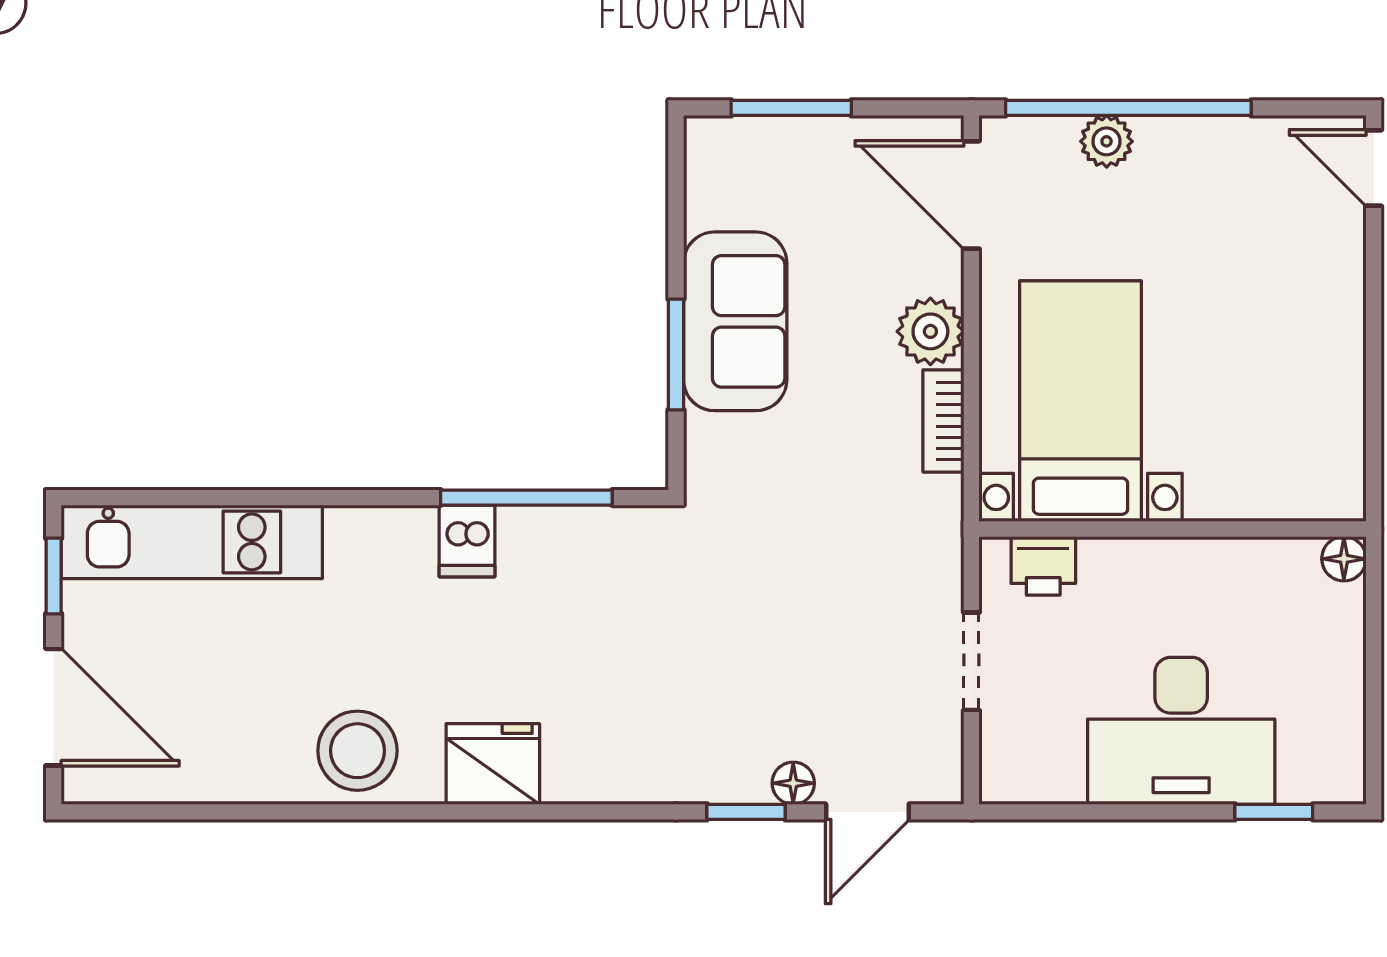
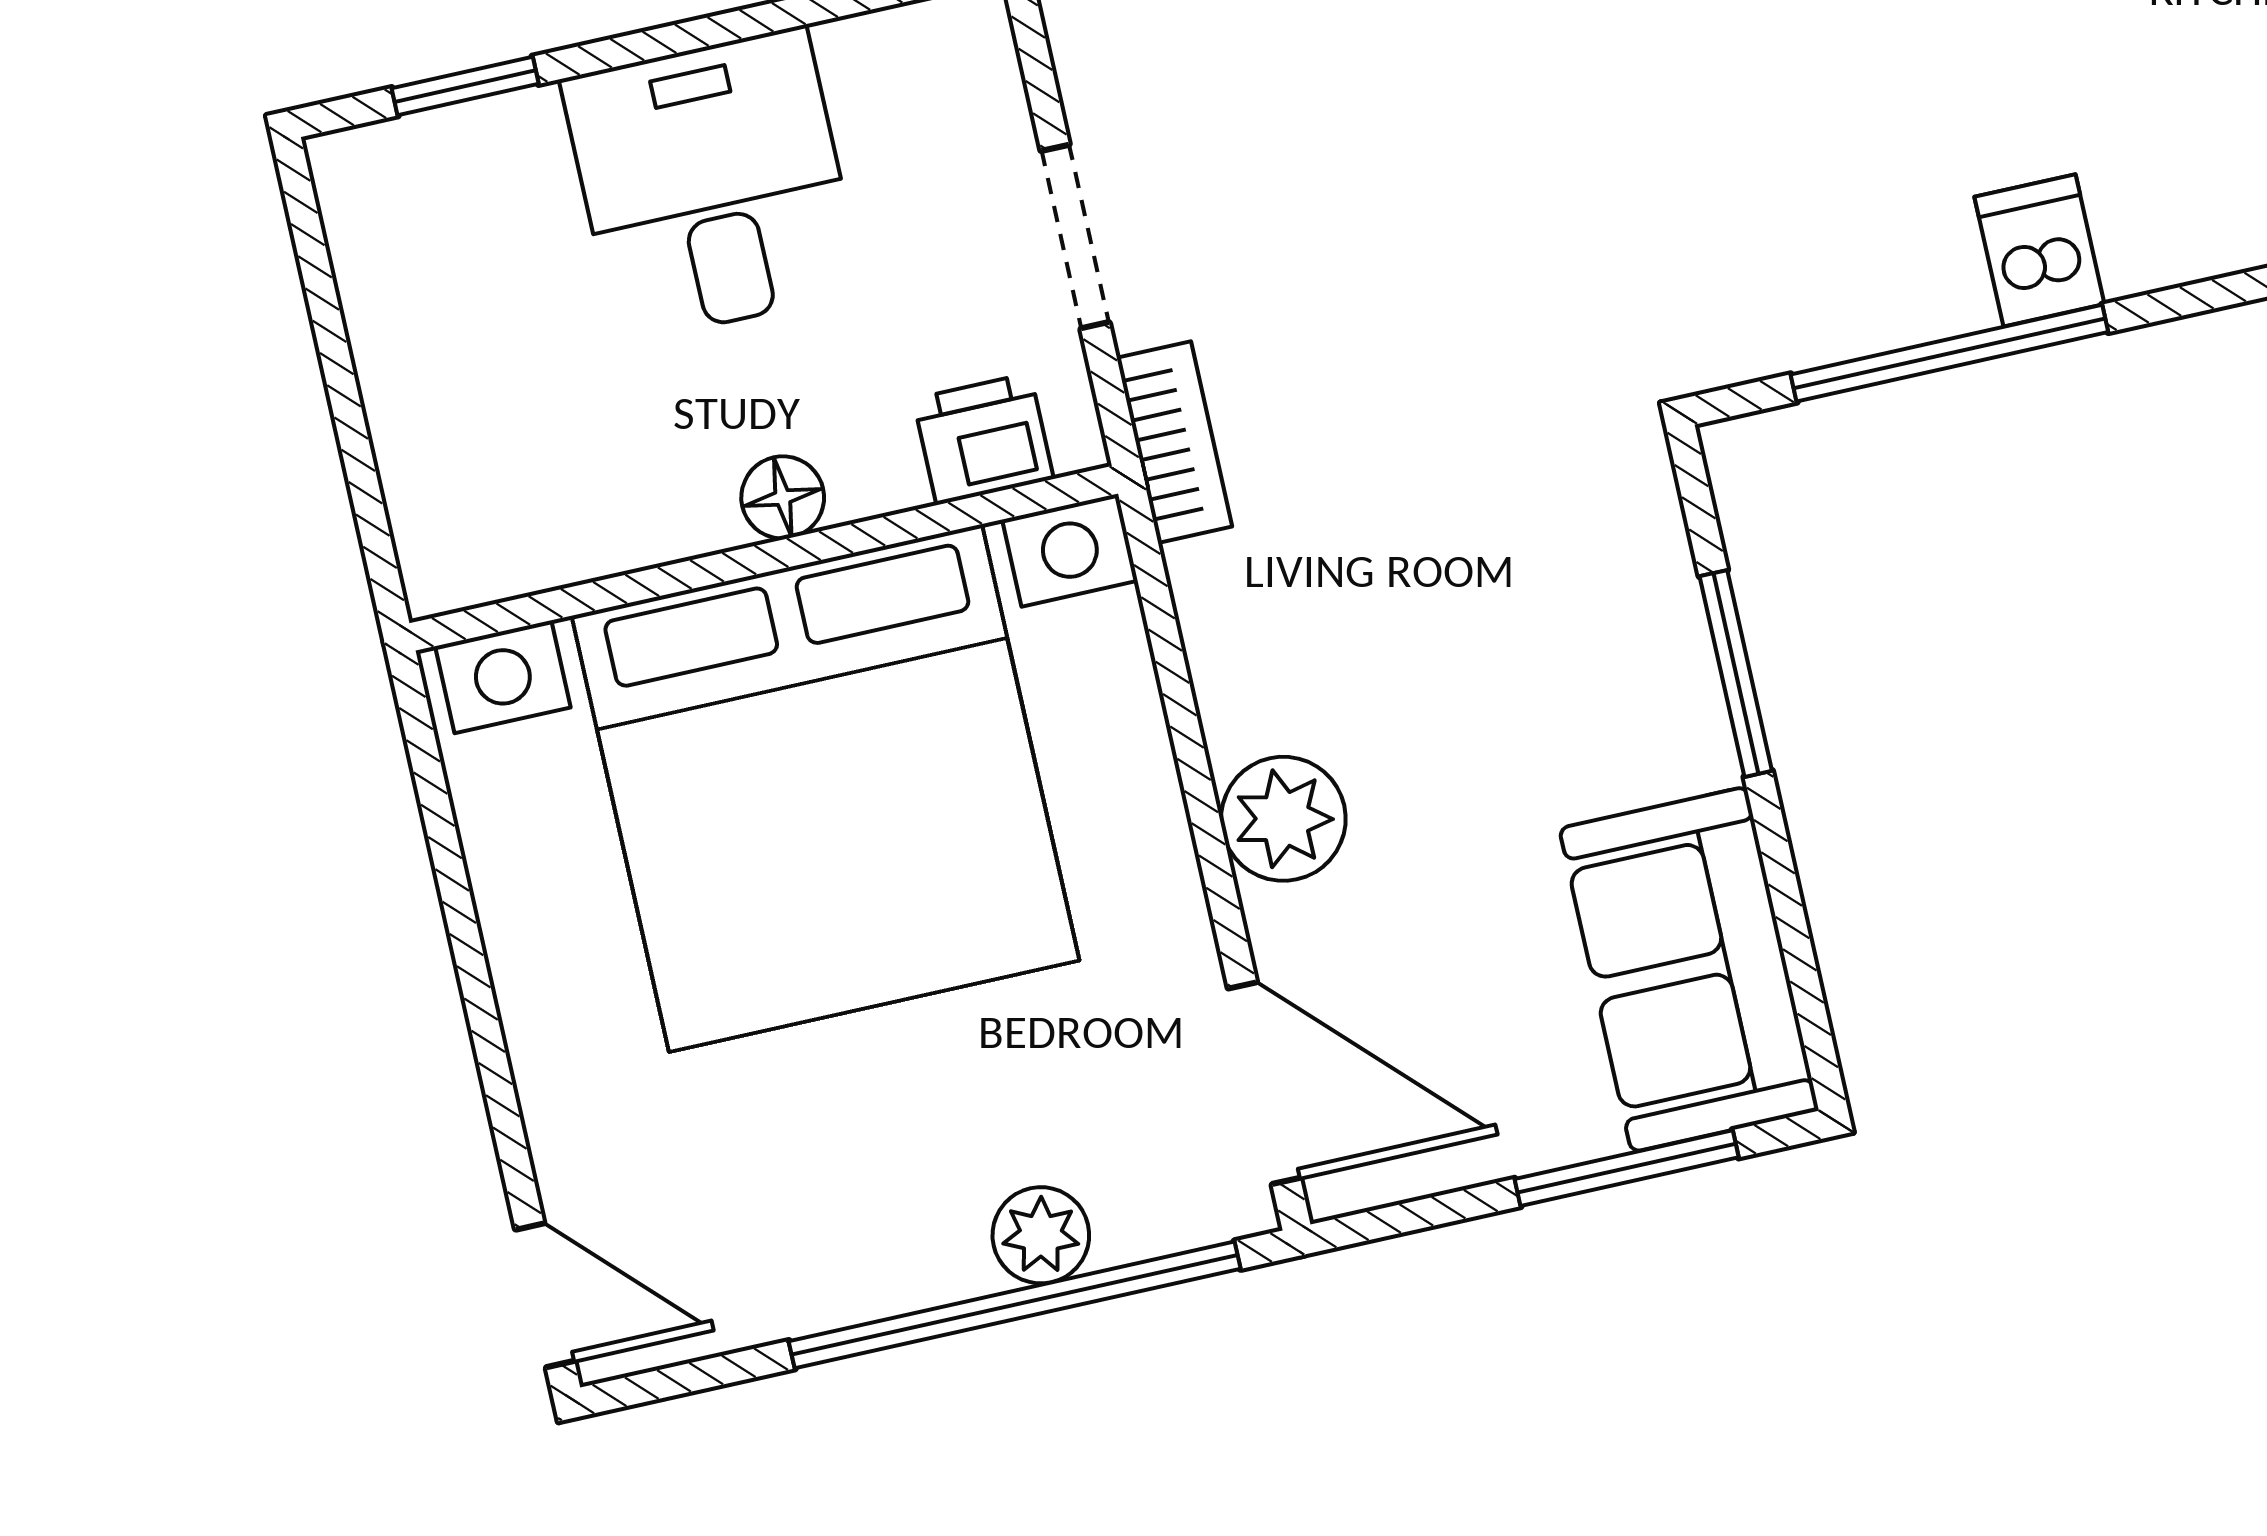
sofa: (735, 321) -> (1689, 969), moved
bed with nightstands: (1081, 401) -> (825, 788), width x1.85
bookcase: (943, 421) -> (1174, 442), moved
floor lamp: (1344, 559) -> (783, 497), moved
desk: (1181, 731) -> (712, 185), width x0.73

